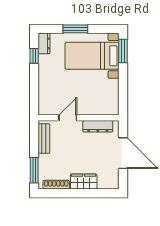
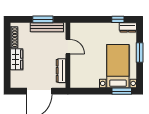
bench: (44, 139) -> (47, 27), width x1.36
window: (34, 170) -> (43, 19), moved

